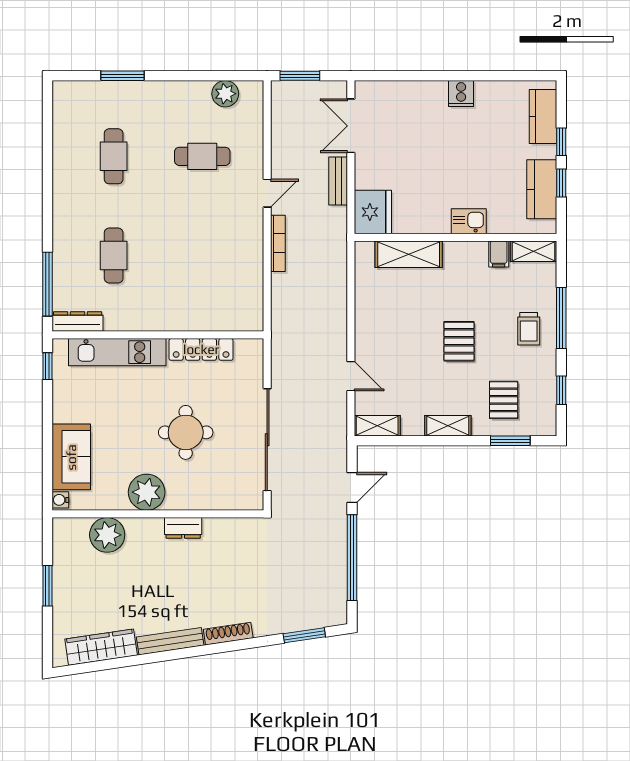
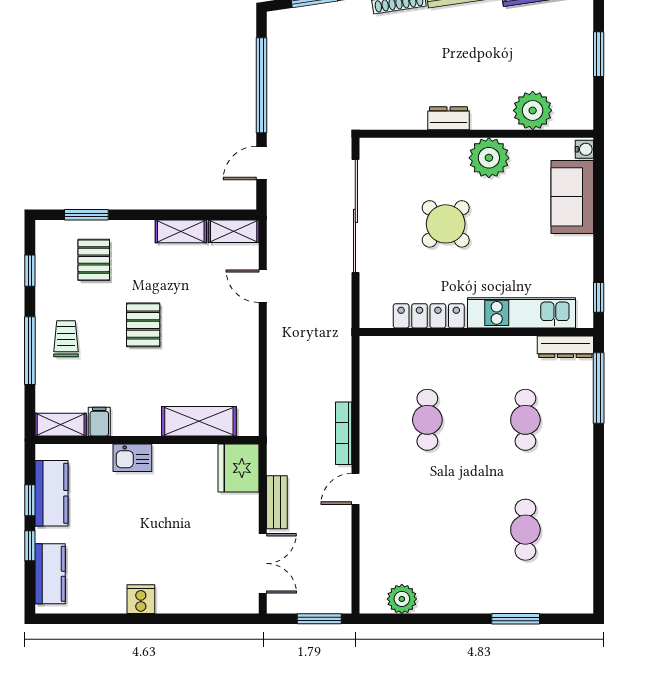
cafe table: (202, 156) -> (427, 420), moved, turned 90
shelving: (448, 426) -> (181, 231), moved
round table: (186, 432) -> (446, 224), turned 45

